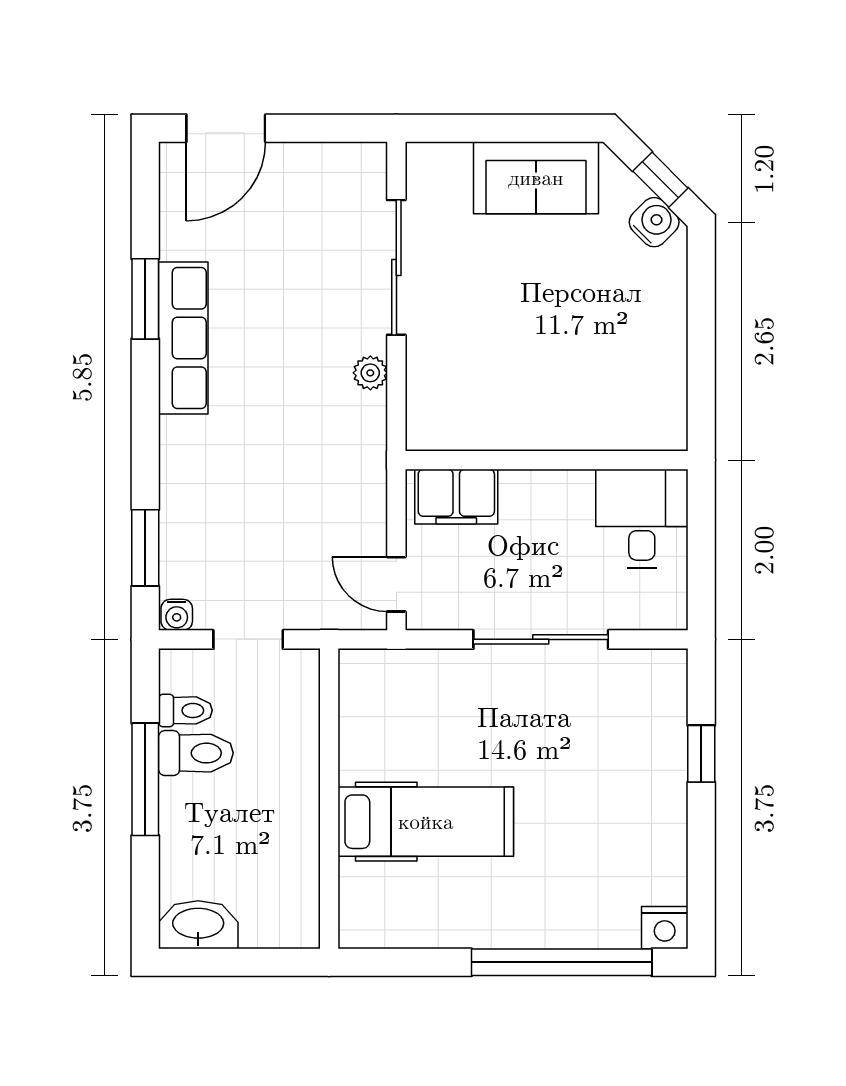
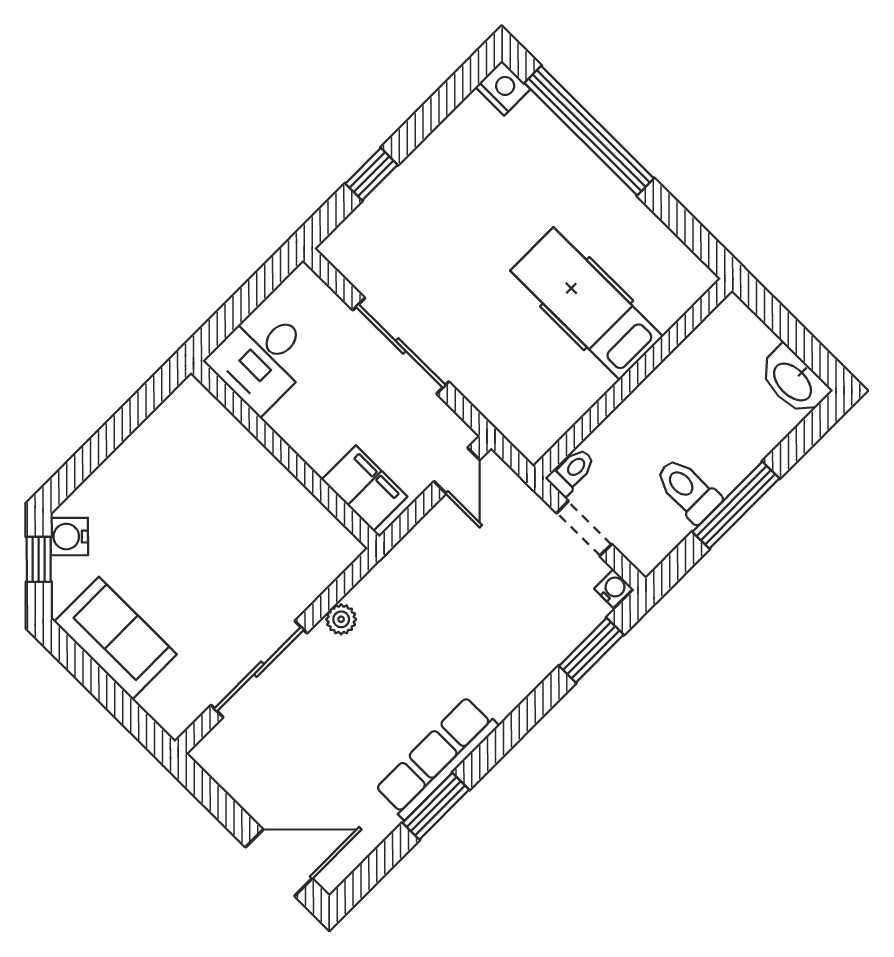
toilet: (185, 710) -> (571, 472), moved, turned 90

